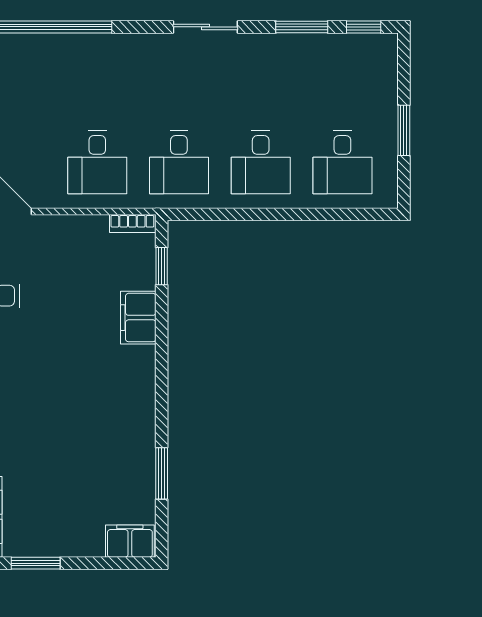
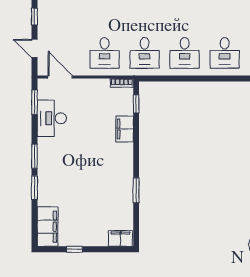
window: (162, 473) -> (136, 190), moved
window: (36, 563) -> (74, 249), width x0.67

